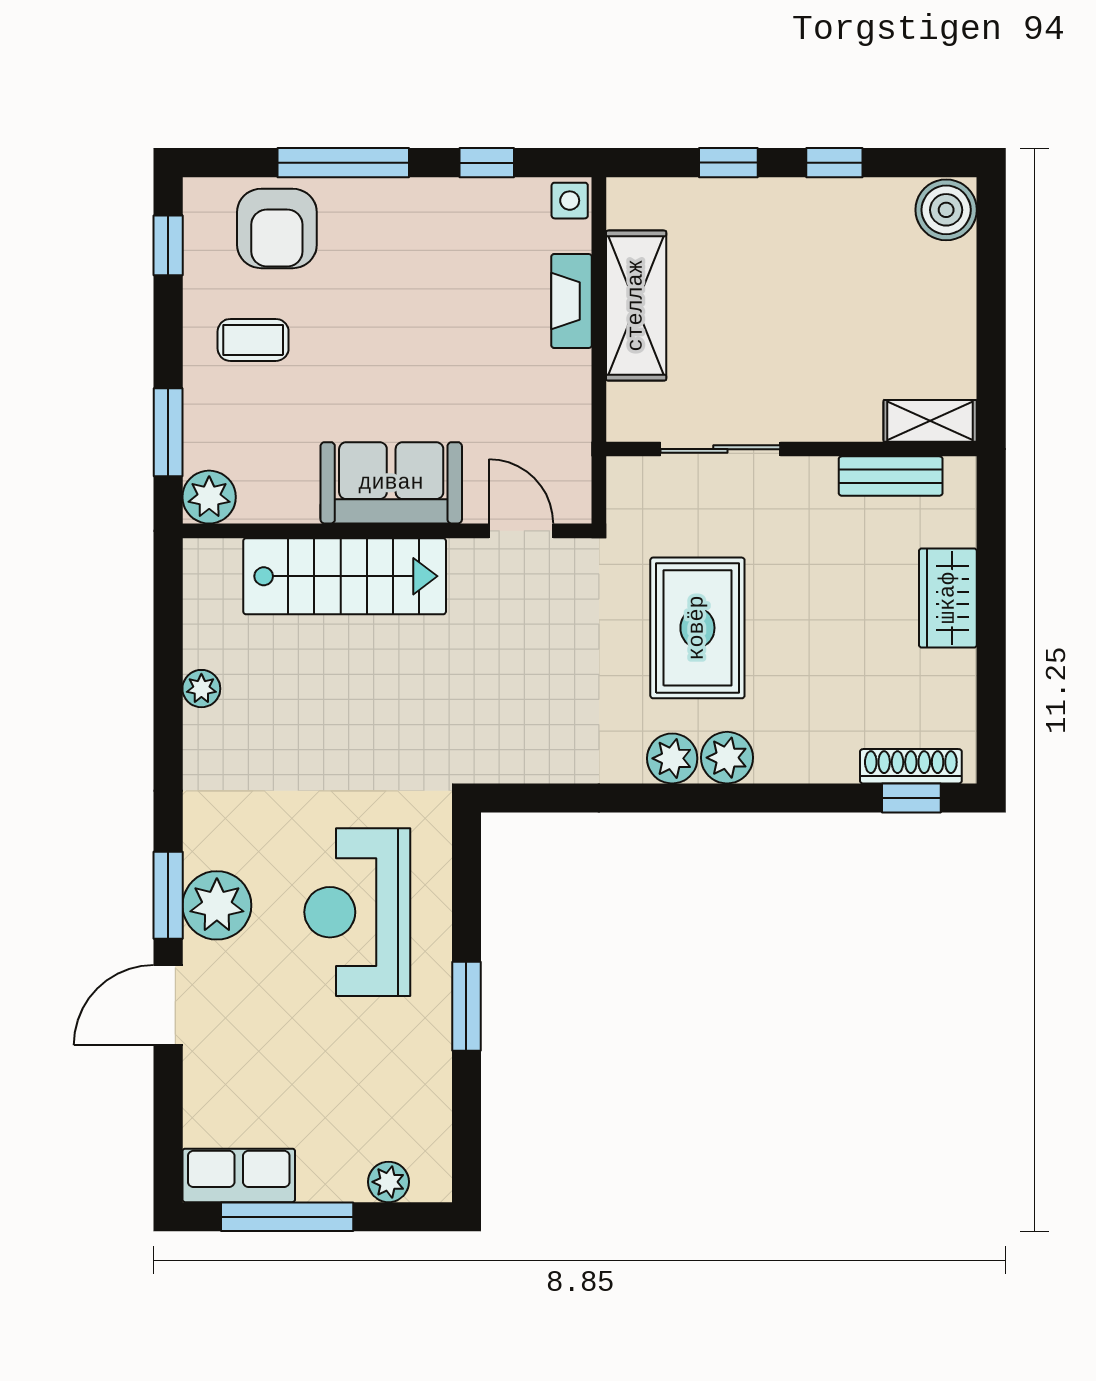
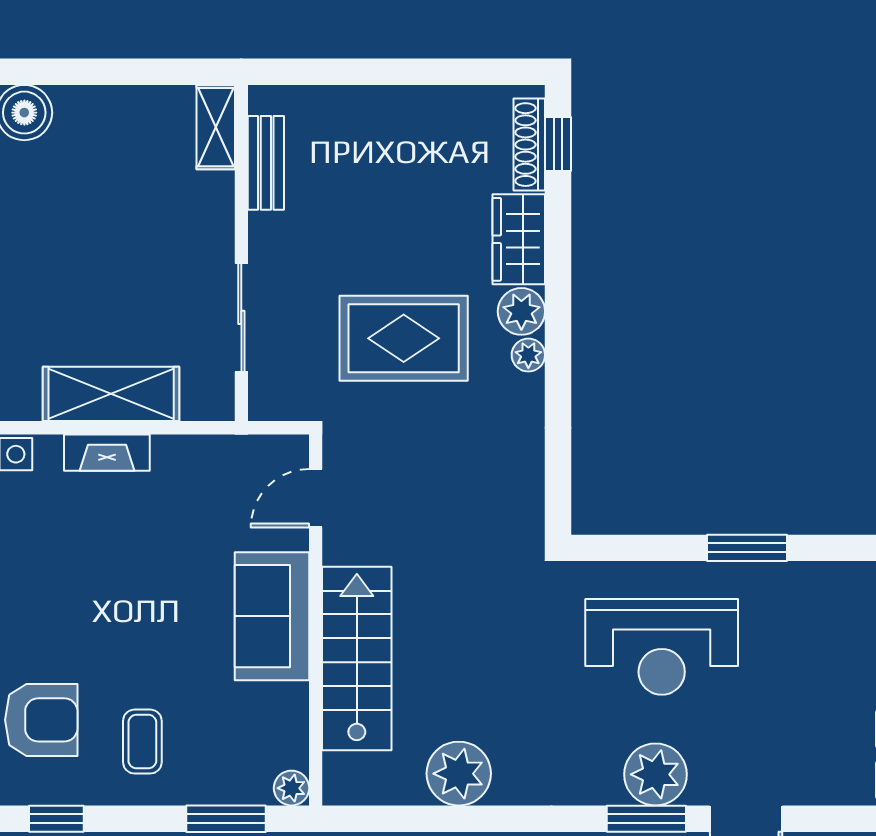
plant: (209, 497) -> (292, 788), width x0.73, depth x0.73
wardrobe: (948, 598) -> (519, 239), moved, turned 90
plant: (201, 689) -> (459, 774), width x1.87, depth x1.87
plant: (672, 758) -> (528, 355), width x0.73, depth x0.73

